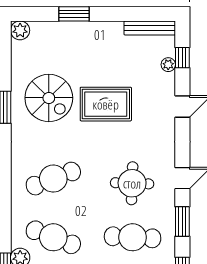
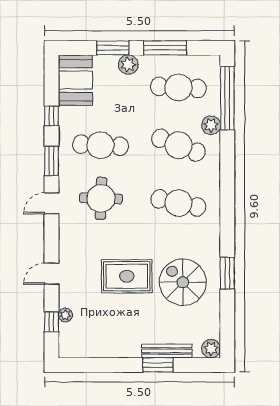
bench: (150, 28) -> (167, 351), moved
cafe table: (53, 179) -> (178, 203), turned 33

